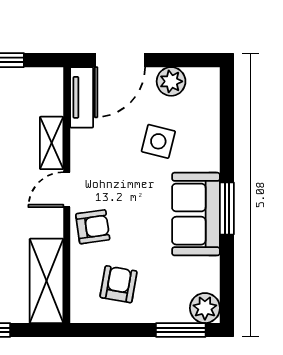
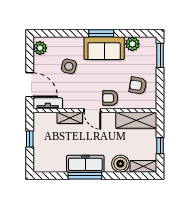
plant: (171, 81) -> (40, 48), moved
armchair: (93, 227) -> (110, 98), turned -82
plant: (205, 308) -> (132, 44), moved

